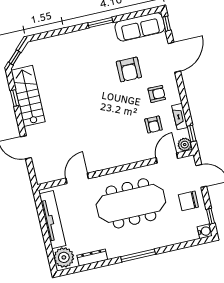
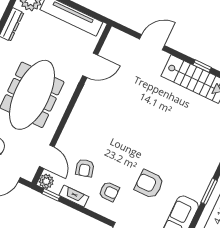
armchair: (157, 94) -> (109, 192), turned -90
armchair: (153, 125) -> (85, 168), turned -105
door: (77, 178) -> (90, 65), hinge flipped

